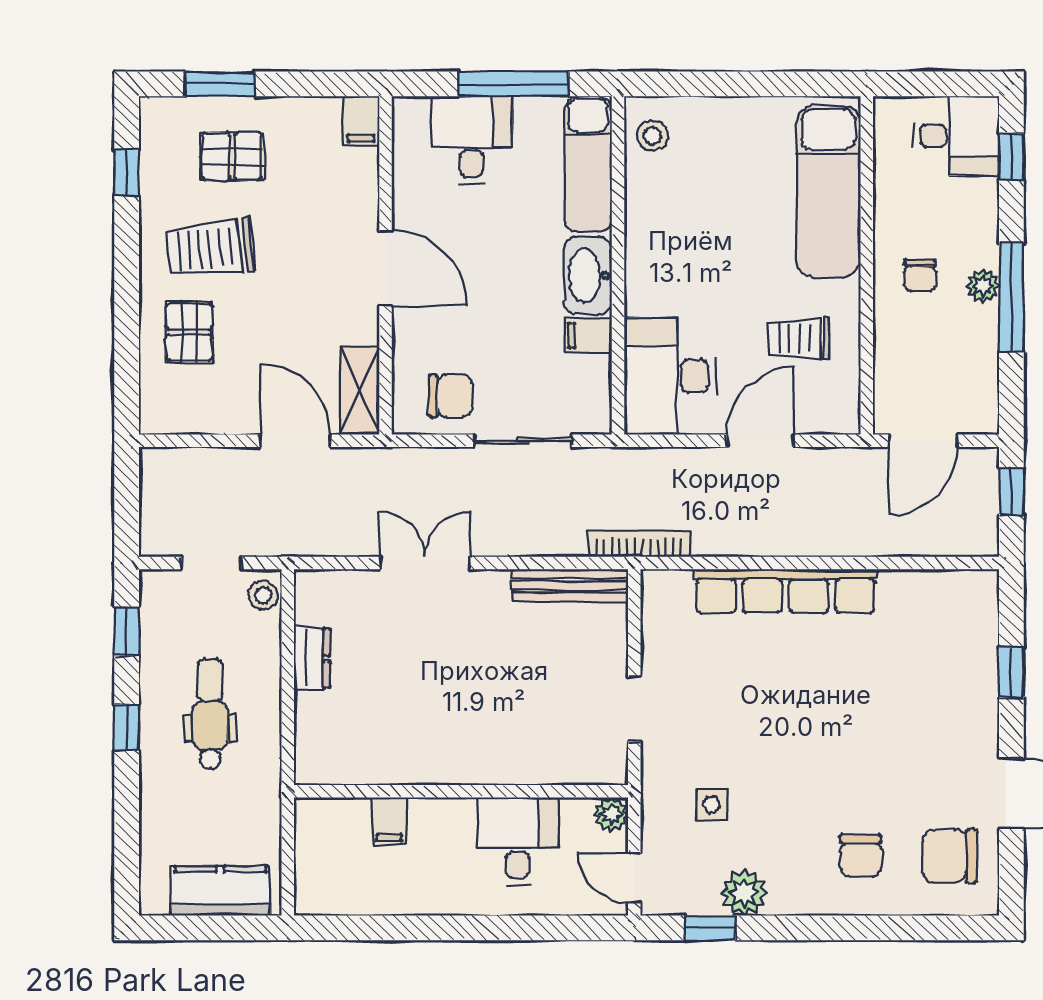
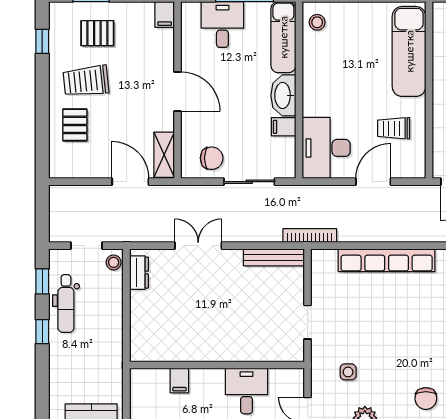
dresser: (312, 658) -> (139, 273), moved
dental chair: (210, 714) -> (66, 304), moved, turned 180
plant: (611, 814) -> (296, 377), removed

